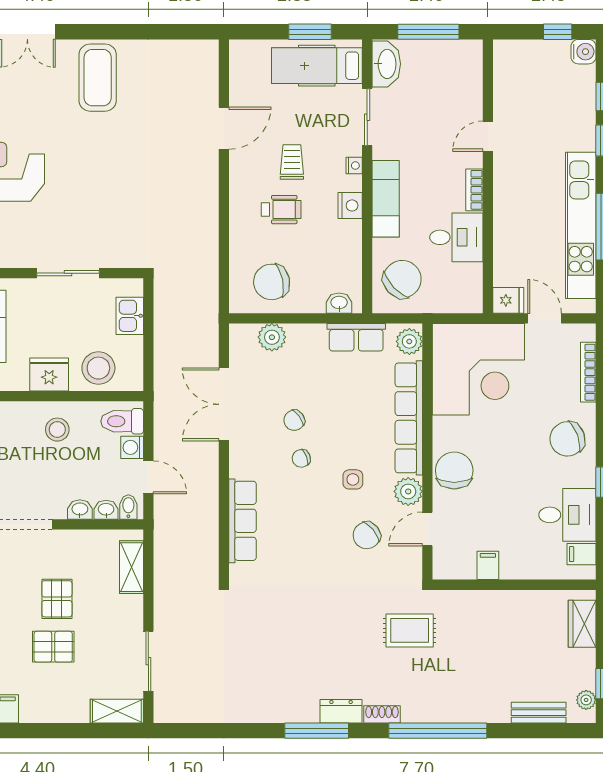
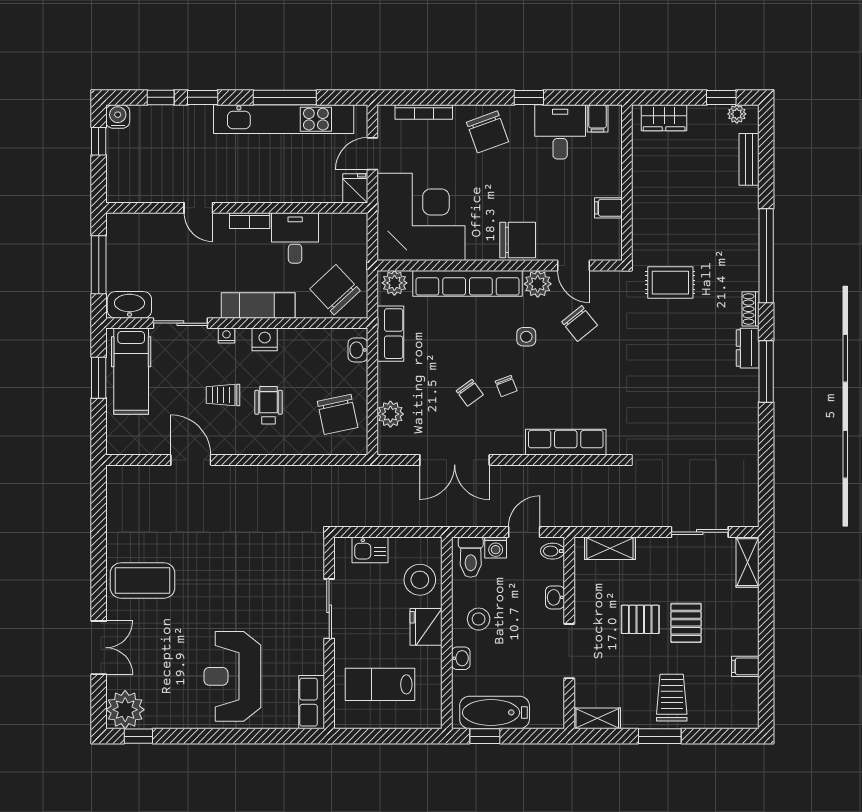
chair: (454, 471) -> (518, 240), turned 180
washbasin: (106, 510) -> (461, 658), moved, turned 180
rug: (410, 630) -> (670, 283), turned 90

